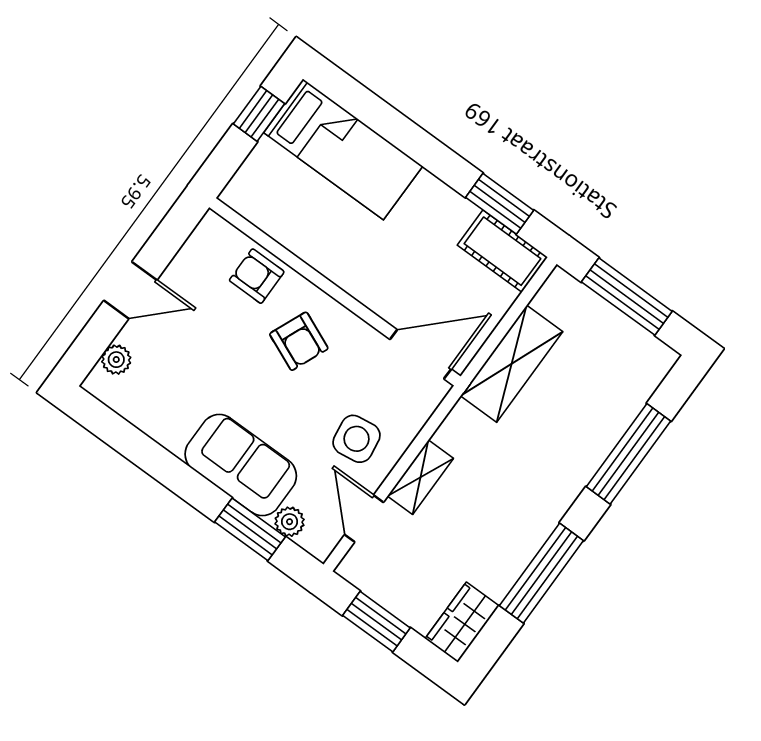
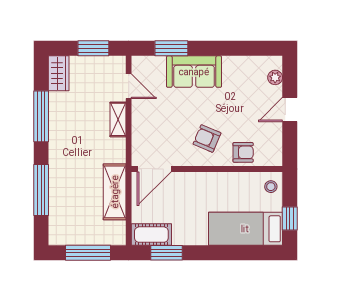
stool: (252, 188) -> (271, 187), added
side table: (357, 439) -> (155, 116), removed
plant: (290, 522) -> (158, 63), removed

